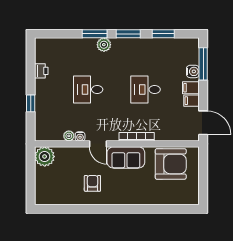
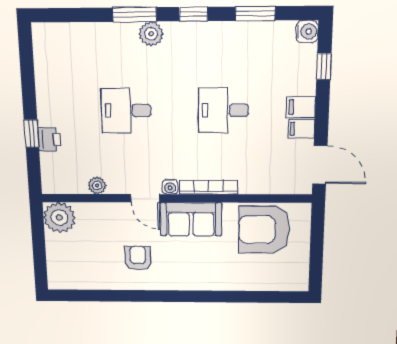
window: (128, 34) -> (193, 14), width x0.67
window: (203, 64) -> (324, 66), width x0.46
printer: (41, 71) -> (49, 139), moved
water cooler: (193, 71) -> (307, 31), moved
water cooler: (80, 136) -> (170, 187), moved
armchair: (171, 164) -> (264, 230), turned 180

